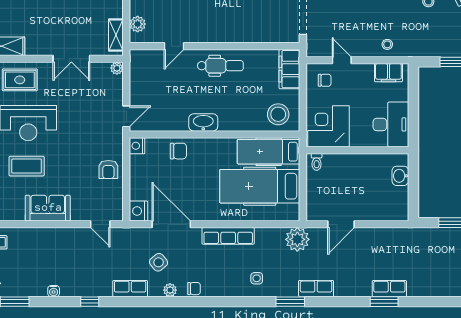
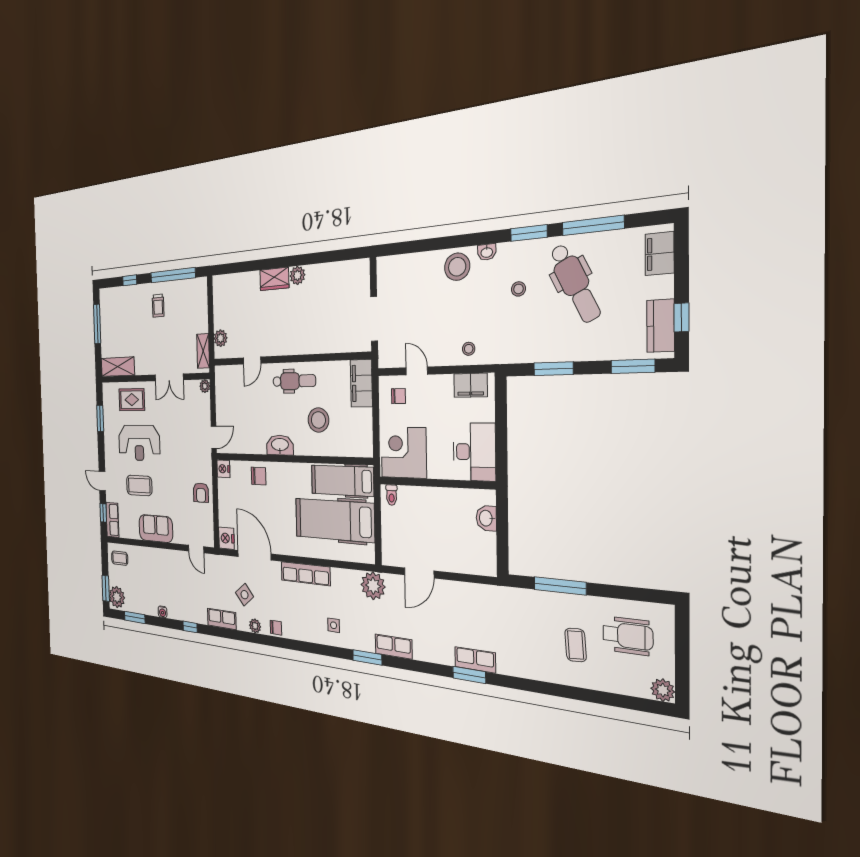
stool: (278, 114) -> (318, 420), moved

